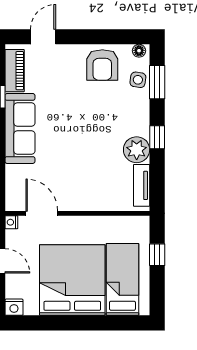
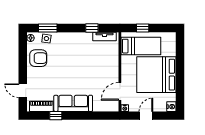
window: (157, 137) -> (92, 28), moved
plant: (137, 150) -> (85, 39), removed
bed: (122, 279) -> (141, 46), moved, turned 180

